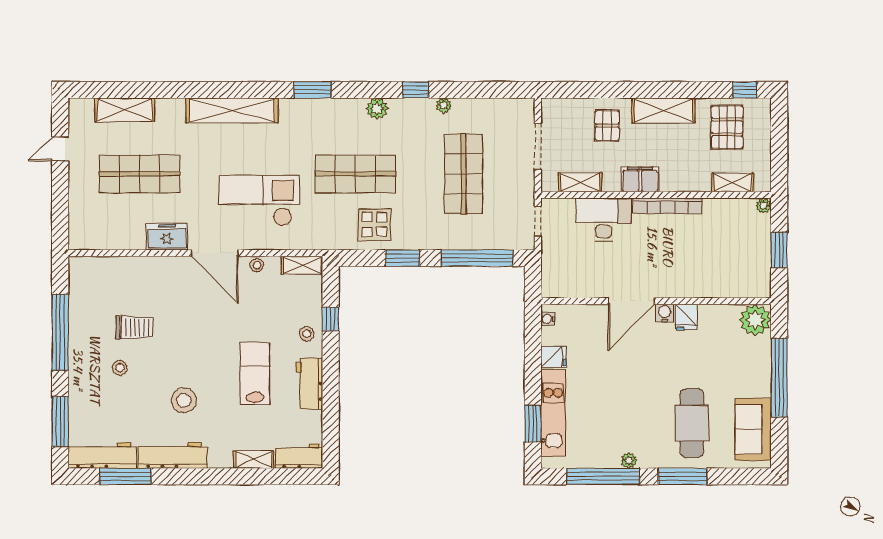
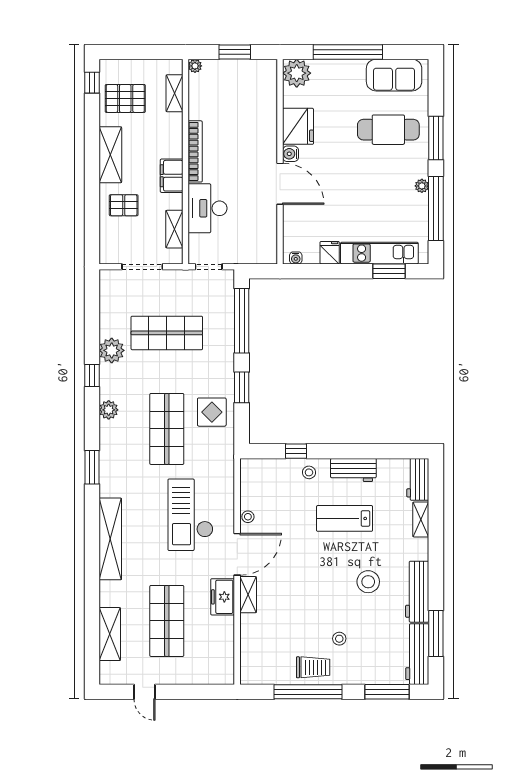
plant: (444, 105) -> (112, 350), width x1.88, depth x1.88
shelving: (302, 265) -> (248, 595), moved
fridge: (686, 317) -> (298, 126), width x1.88, depth x1.34
trolley: (135, 328) -> (313, 667), moved, turned 90

